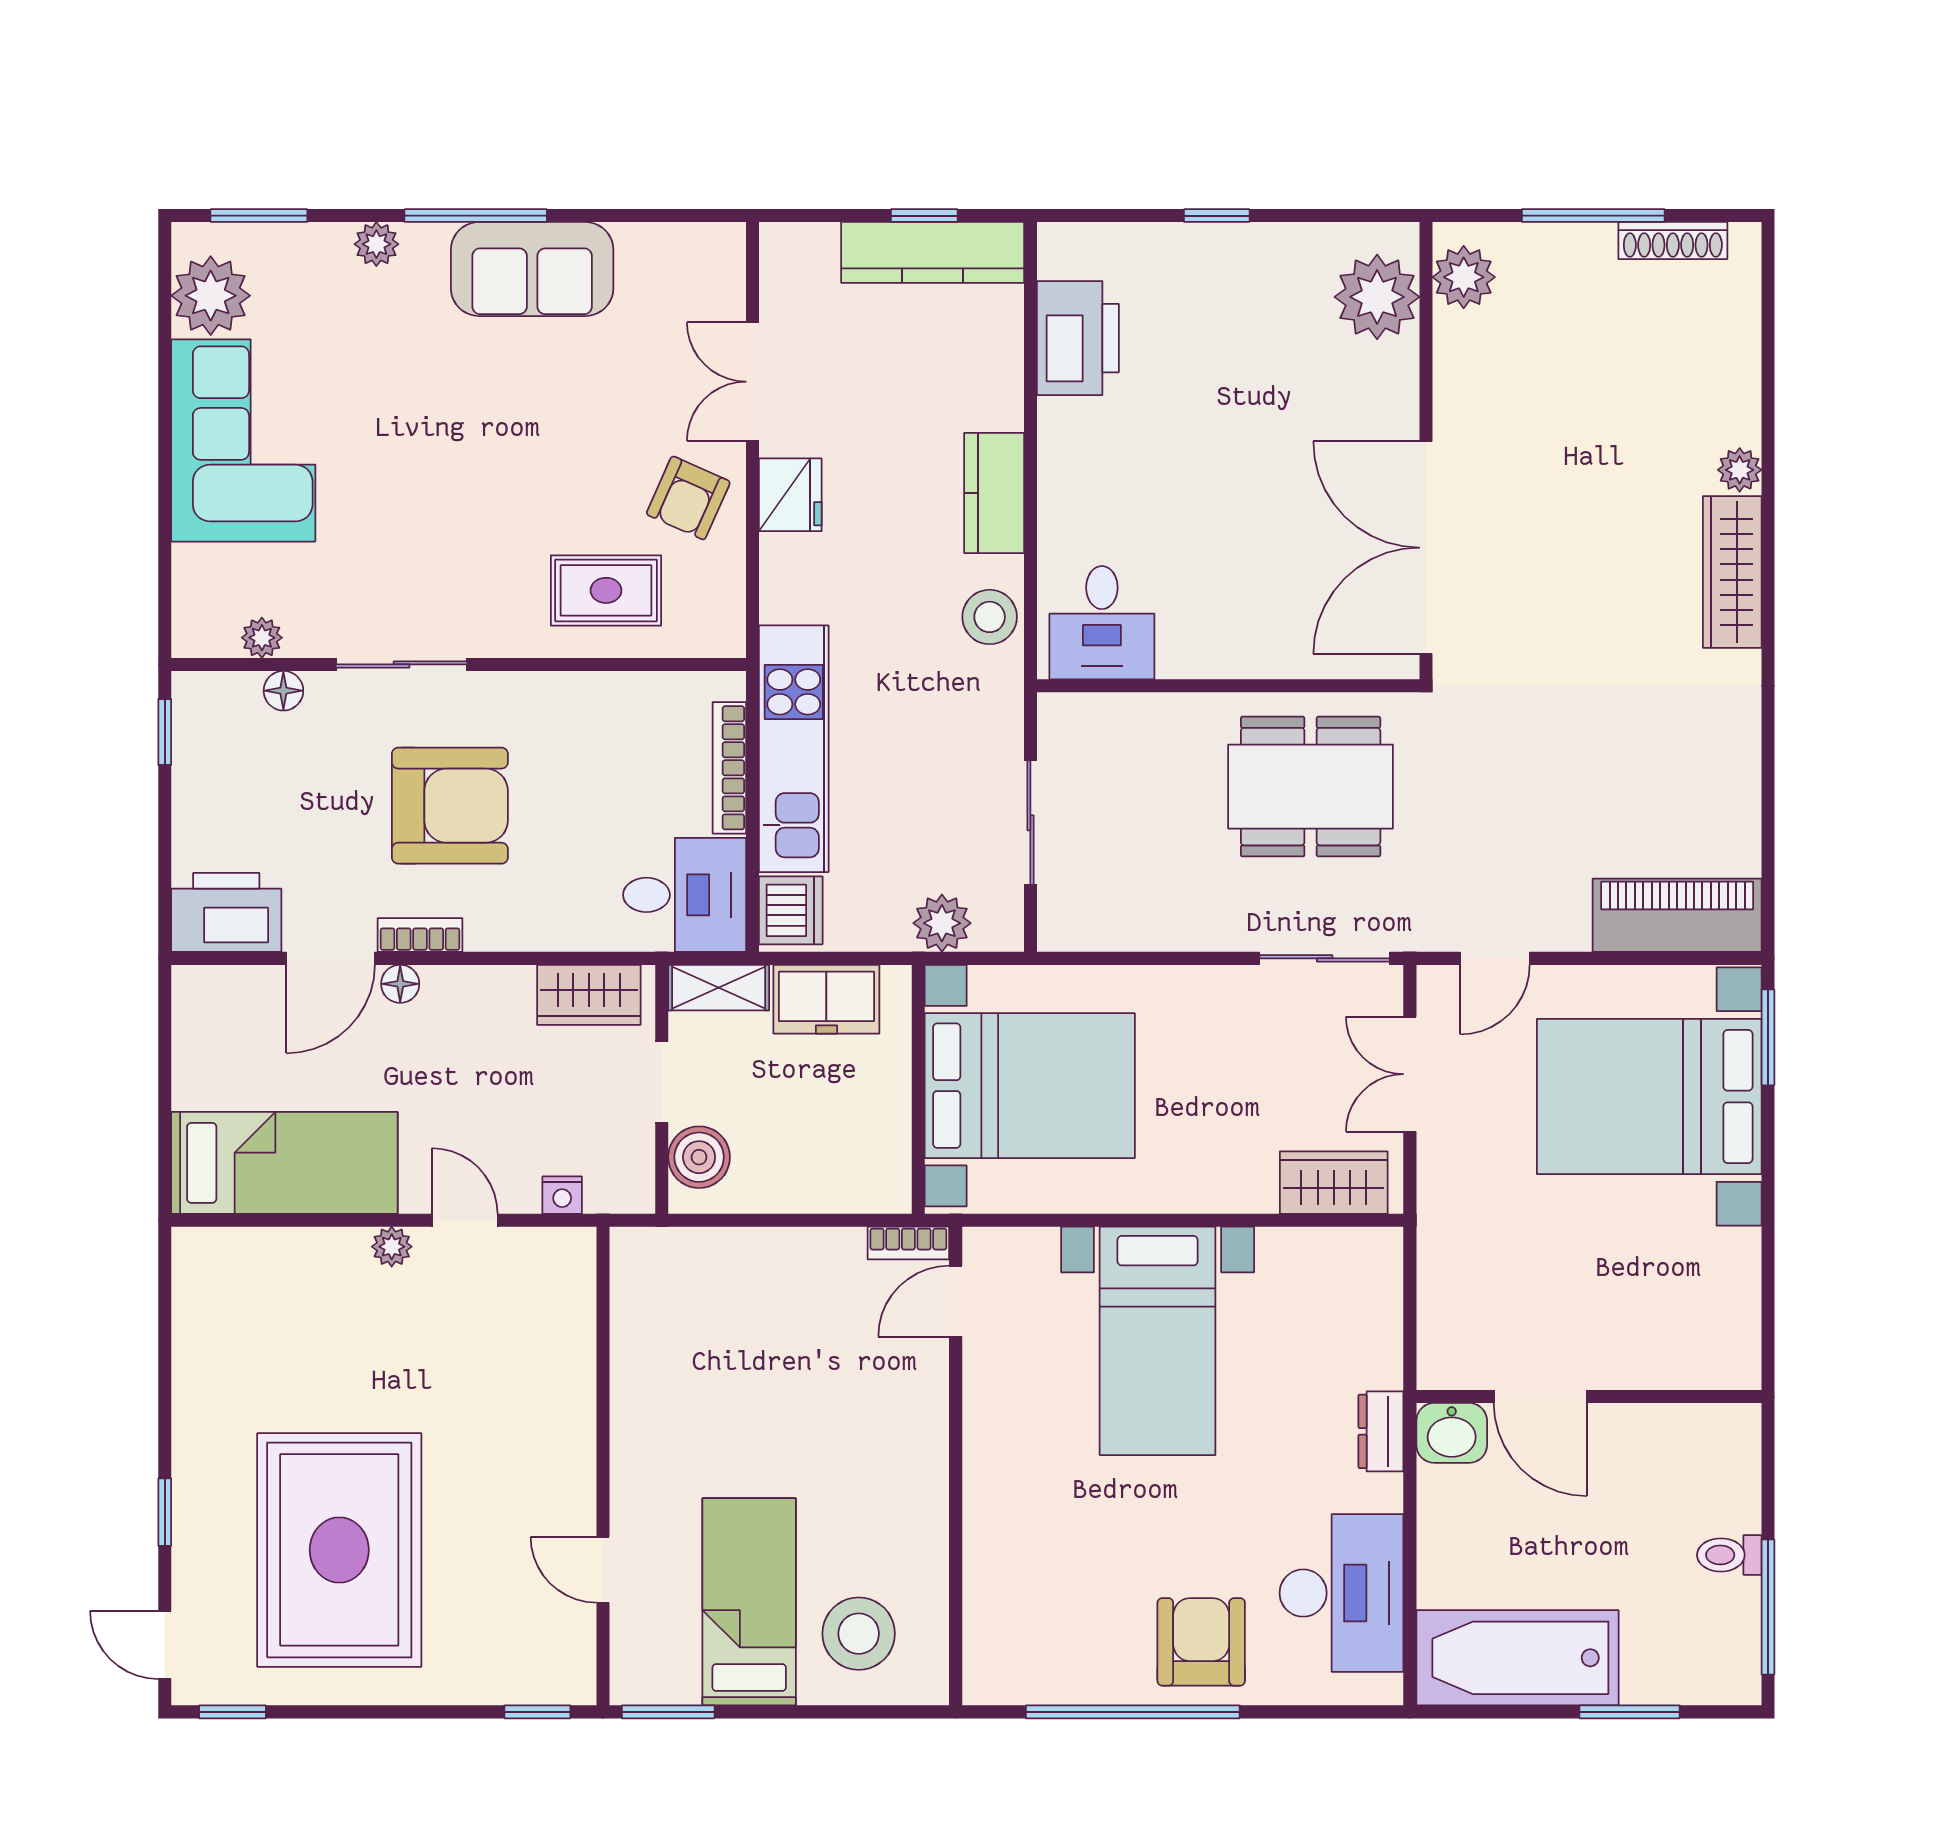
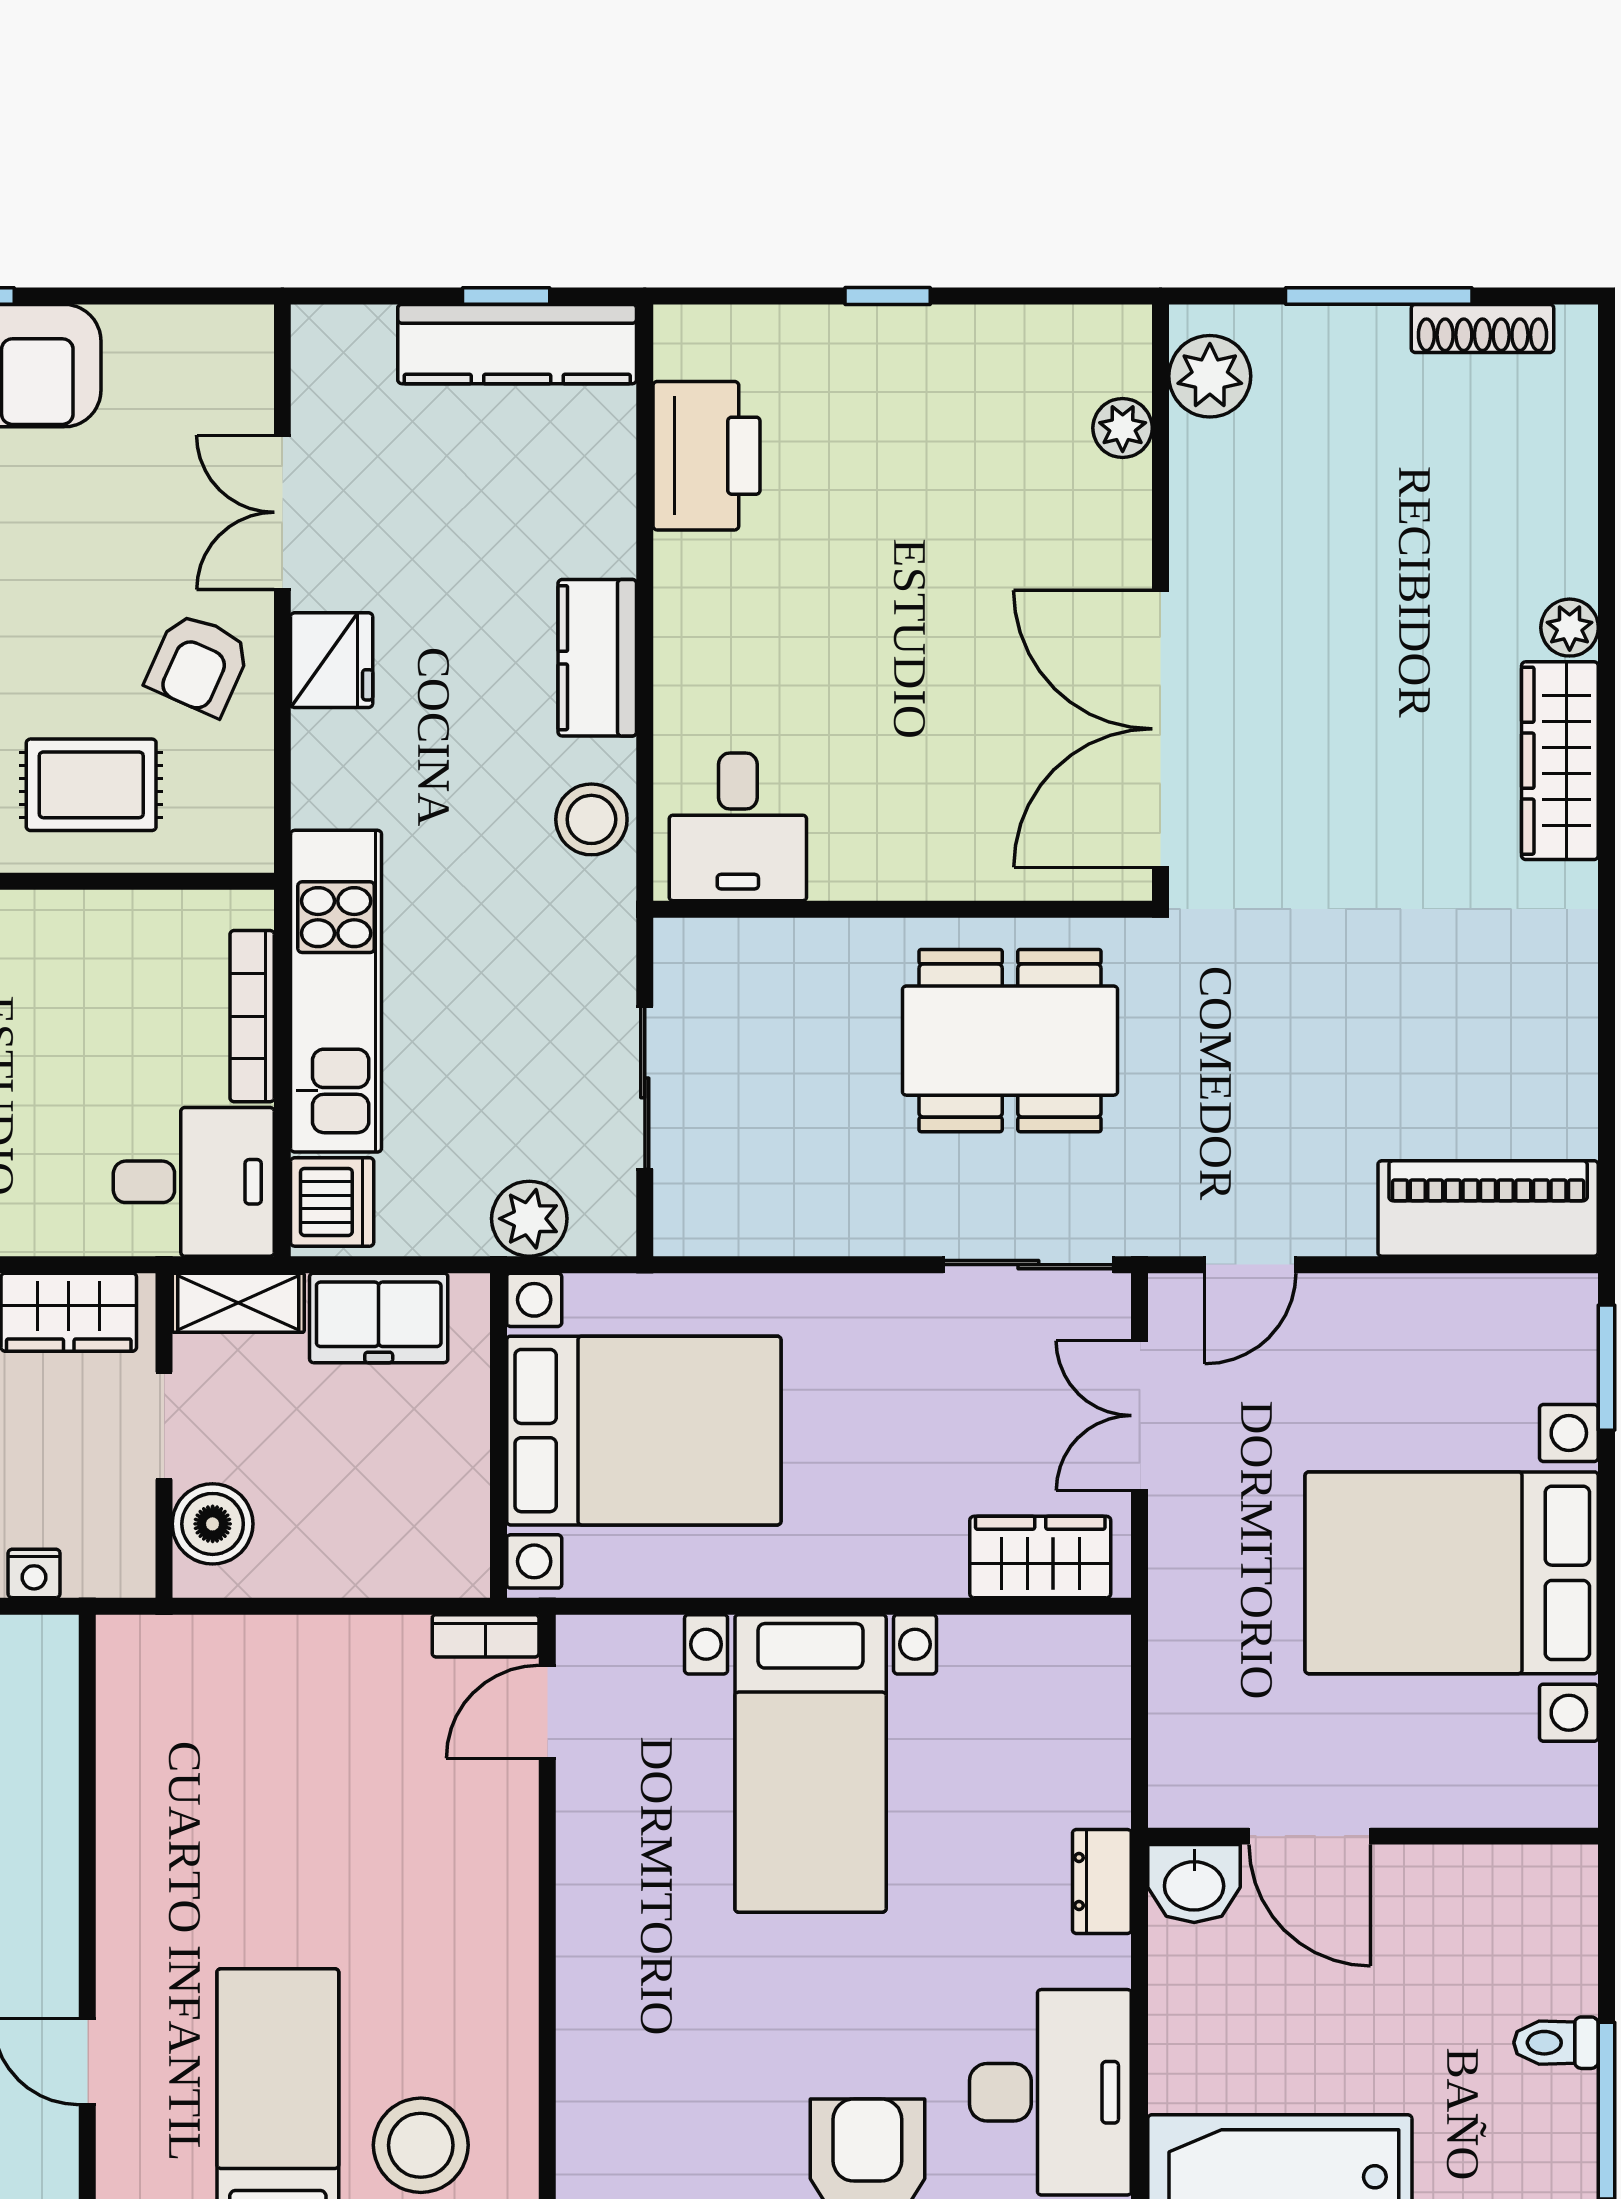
plant: (1377, 297) -> (1123, 428), width x0.53, depth x0.53
bed with nightstands: (1649, 1097) -> (1452, 1573), moved

